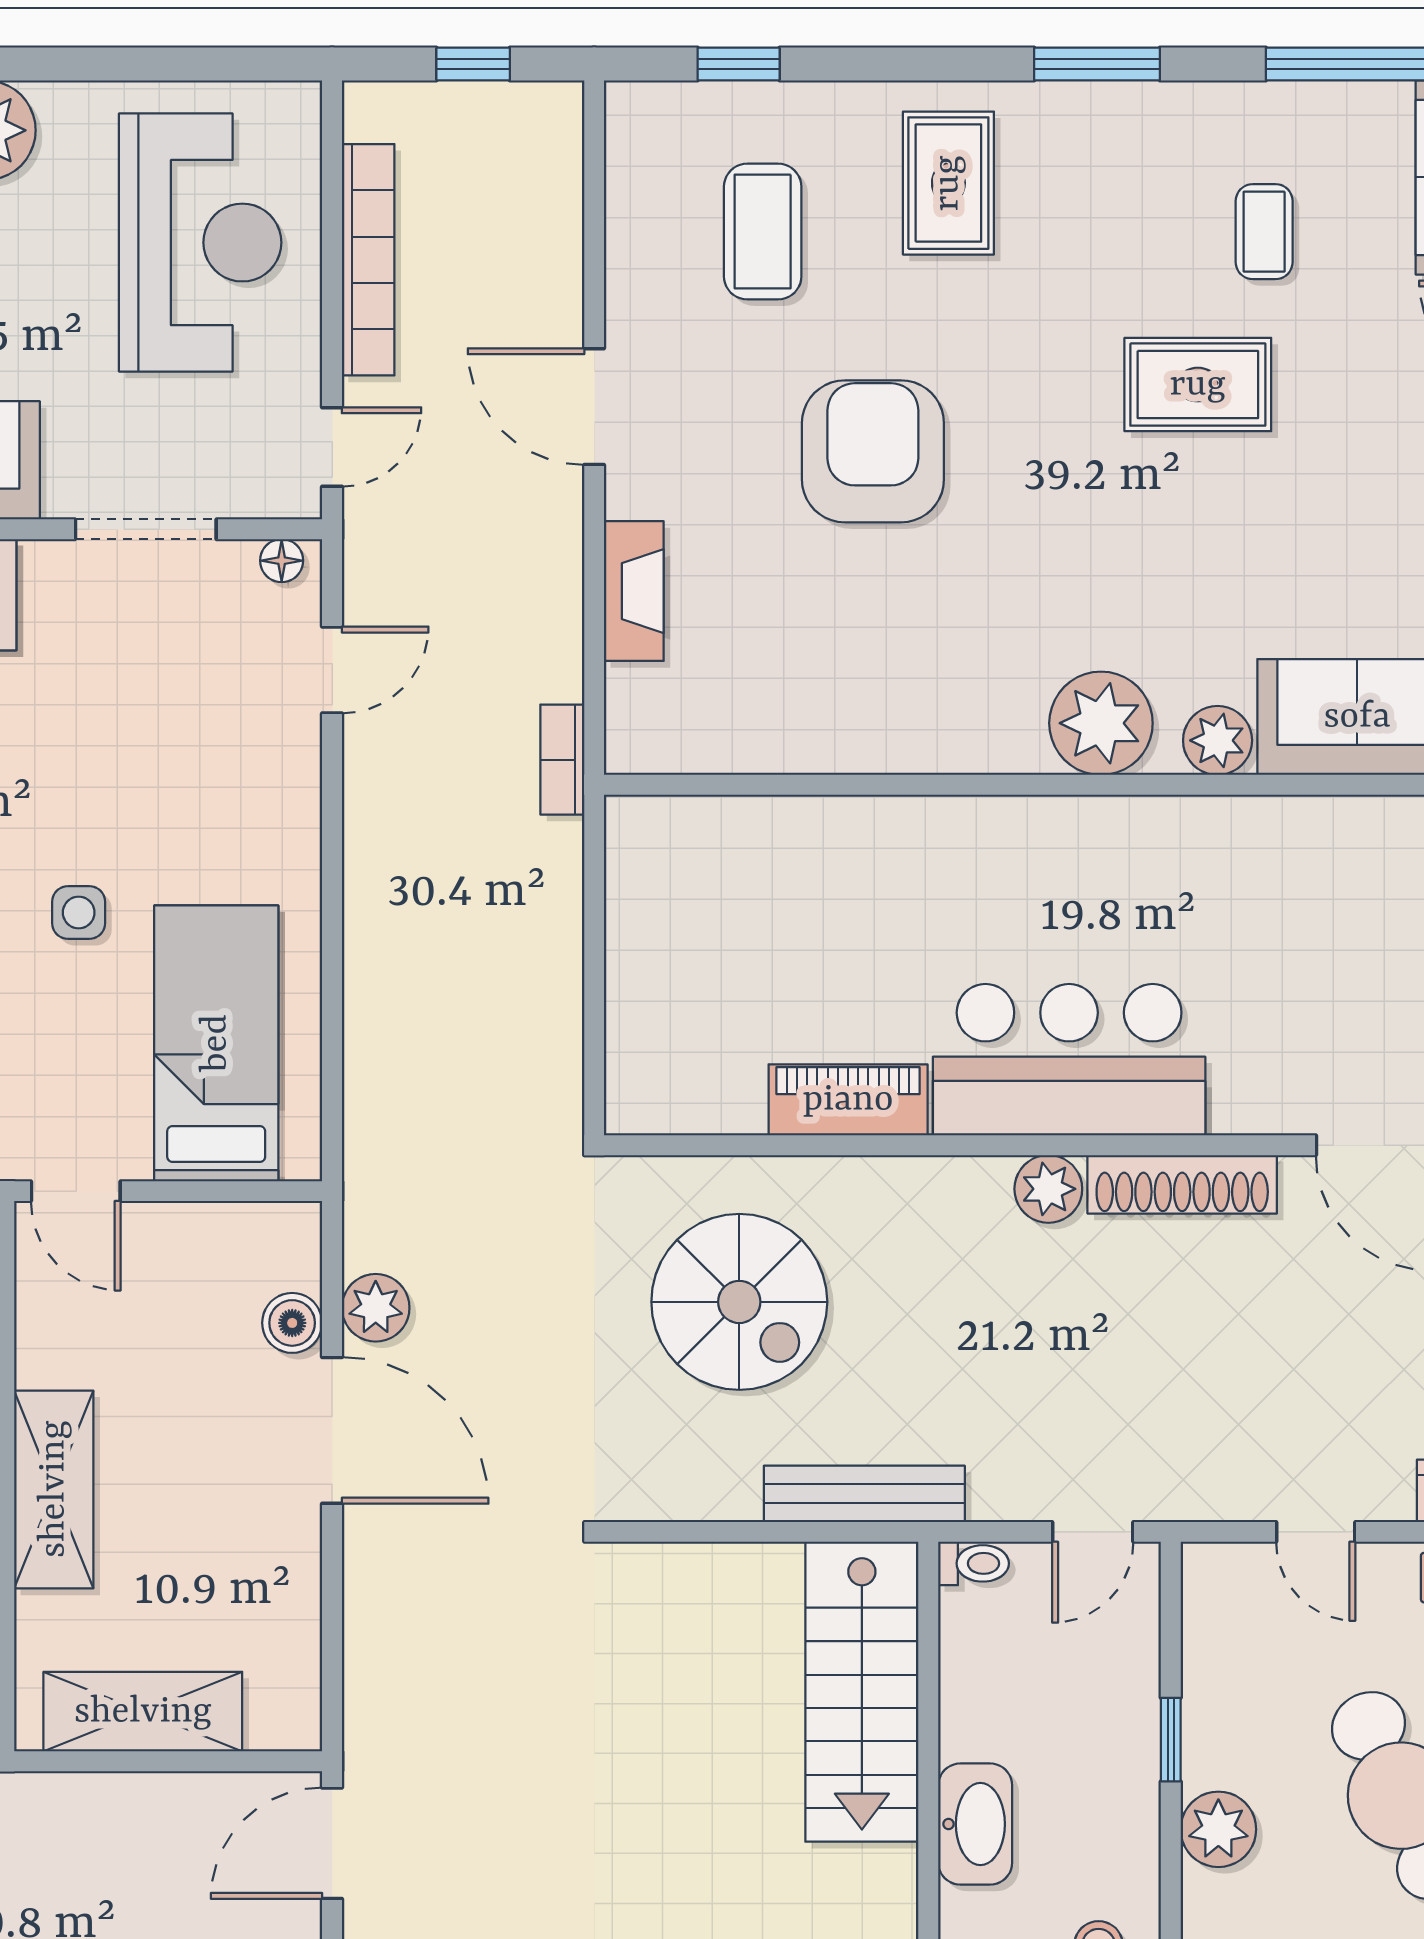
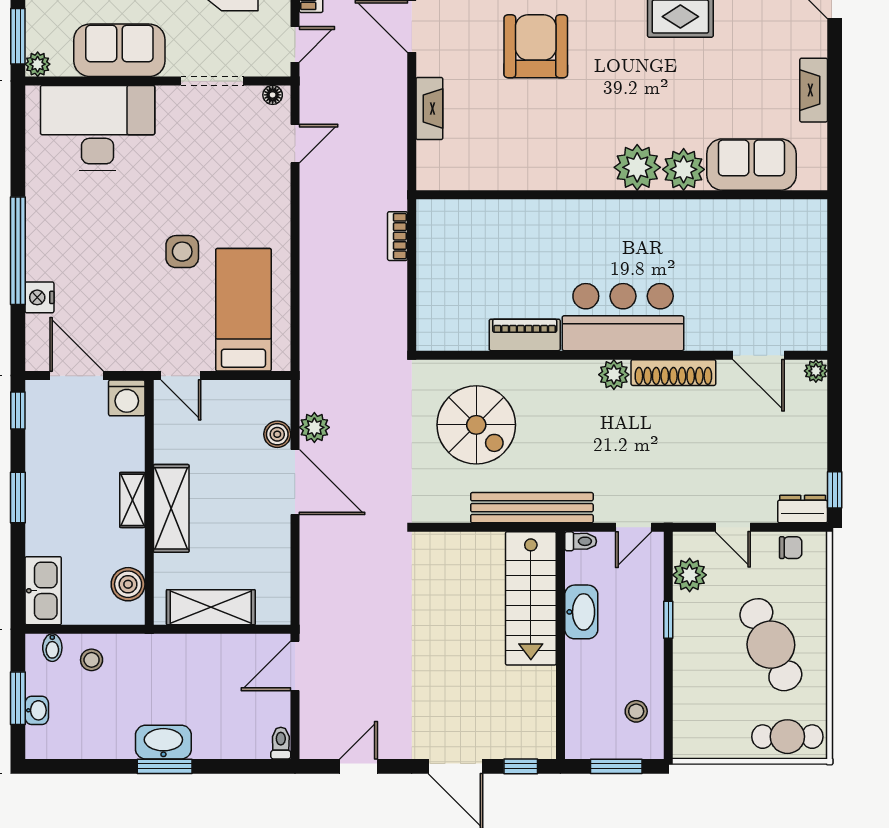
plant: (1218, 740) -> (684, 169), width x1.36, depth x1.36
bookcase: (562, 760) -> (397, 236), moved
side table: (79, 913) -> (182, 252), width x1.37, depth x1.37
bench: (864, 1494) -> (532, 508), width x1.37, depth x1.21
washbasin: (975, 1824) -> (581, 612), moved
plant: (1218, 1829) -> (690, 575), moved

